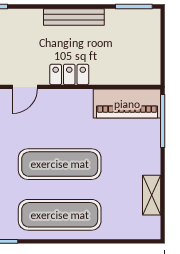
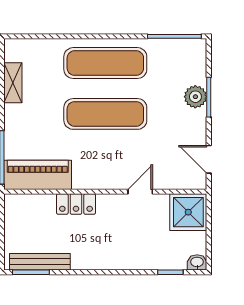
bench: (74, 17) -> (40, 262), moved
locker: (69, 74) -> (76, 204), moved

